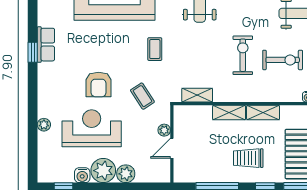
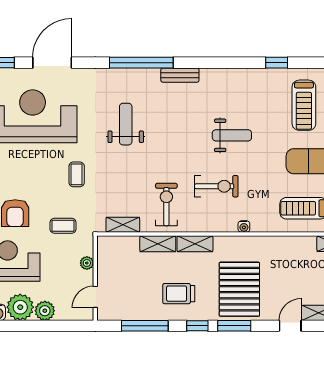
exercise bike: (243, 55) -> (166, 204), moved
coffee table: (142, 96) -> (63, 226), turned -57
door: (172, 148) -> (95, 297), moved

